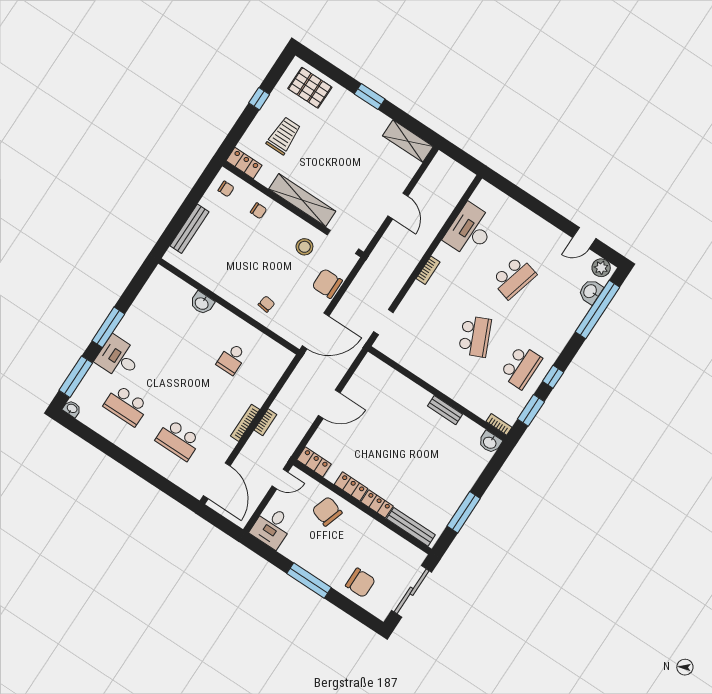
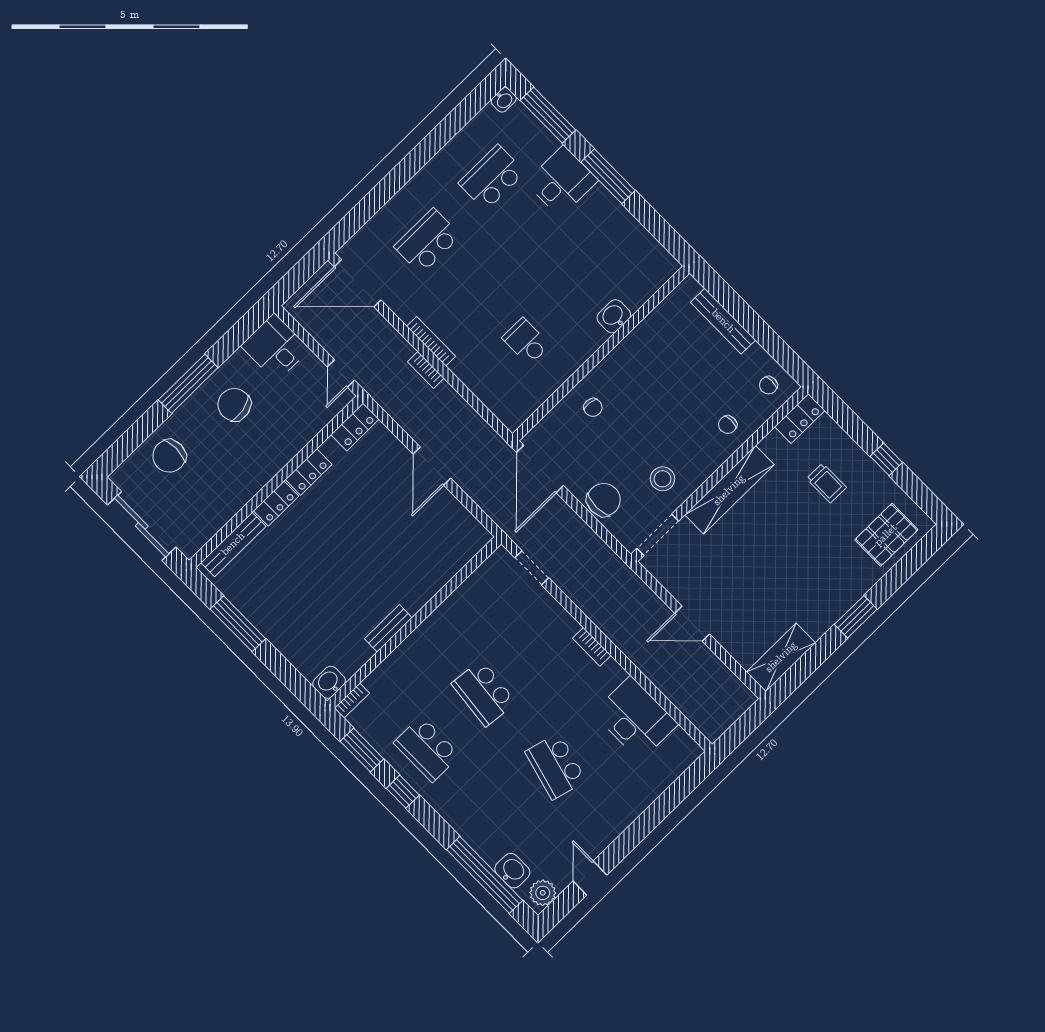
trolley: (284, 136) -> (826, 483), width x0.73, depth x0.72
school desk: (475, 336) -> (484, 693), turned 30
chair: (327, 511) -> (234, 405), moved, turned -119

